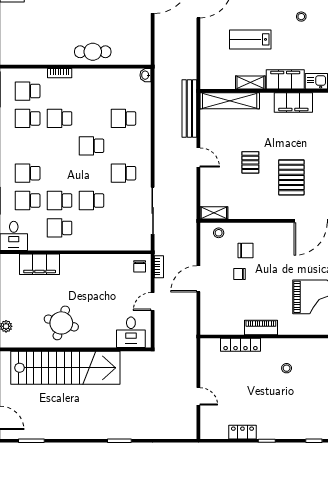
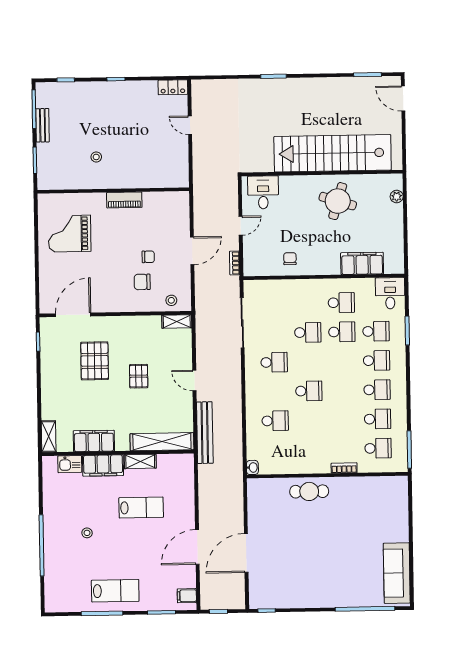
school desk: (60, 118) -> (377, 390), moved
chair: (140, 266) -> (290, 259), moved
locker: (240, 345) -> (146, 181), removed
locker: (242, 432) -> (173, 87), moved

